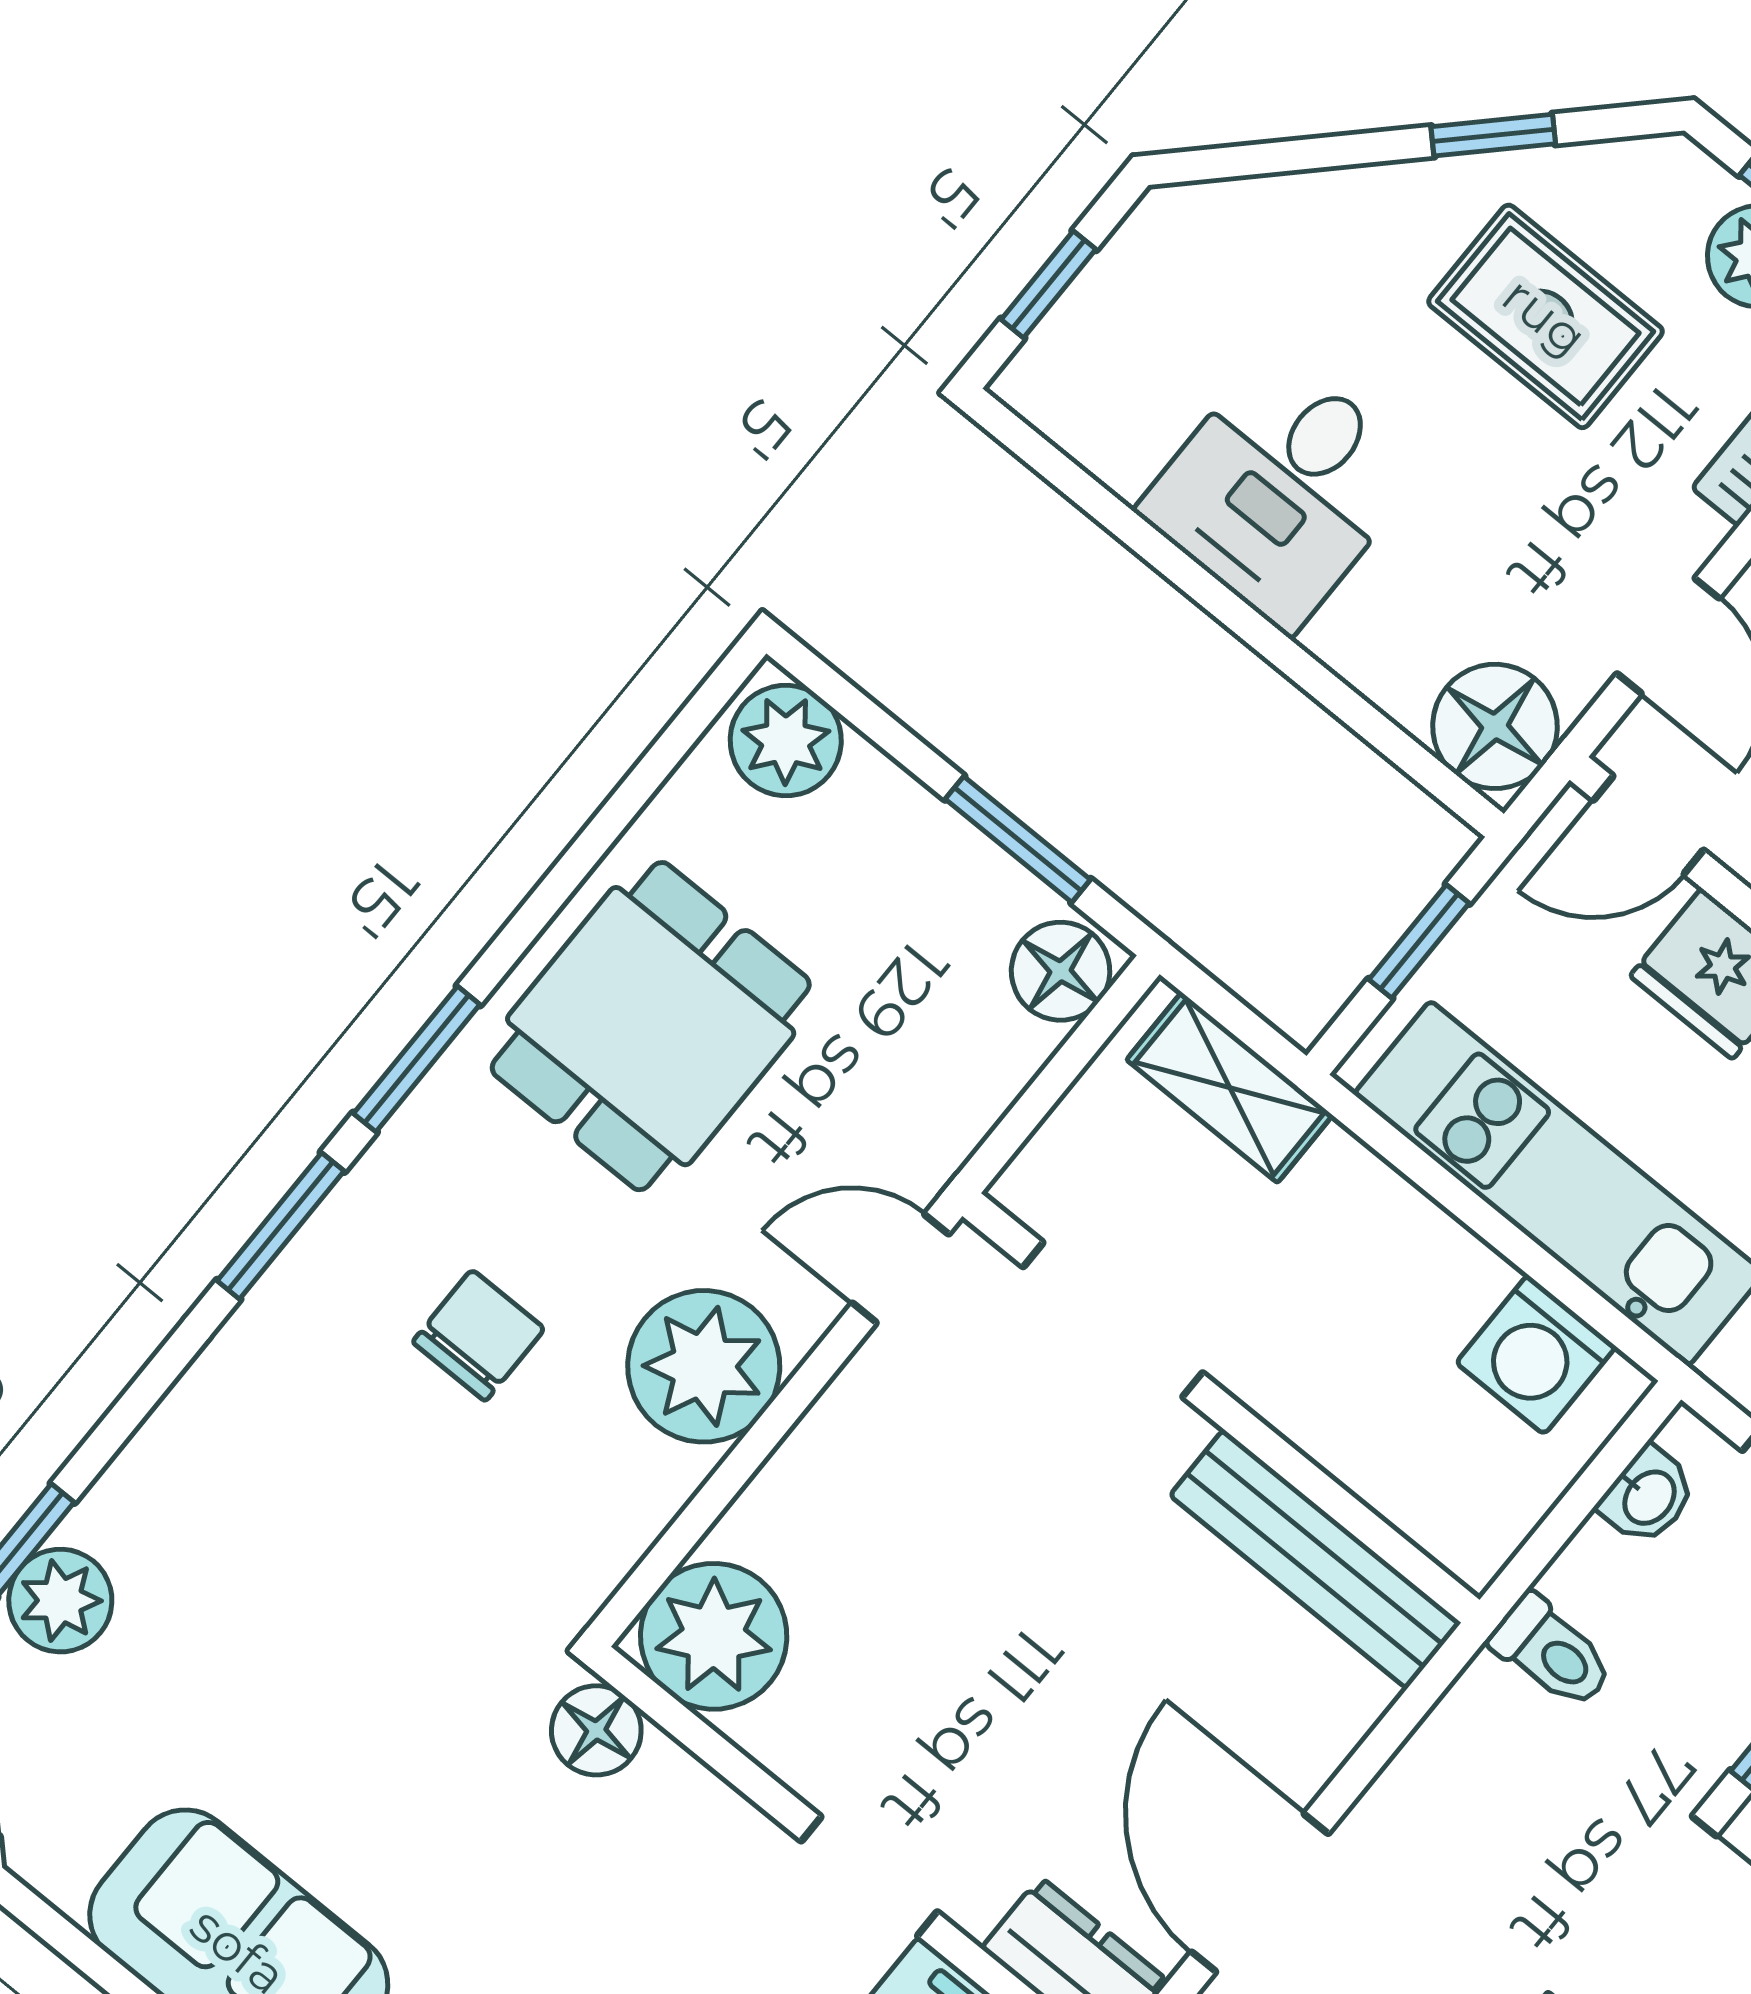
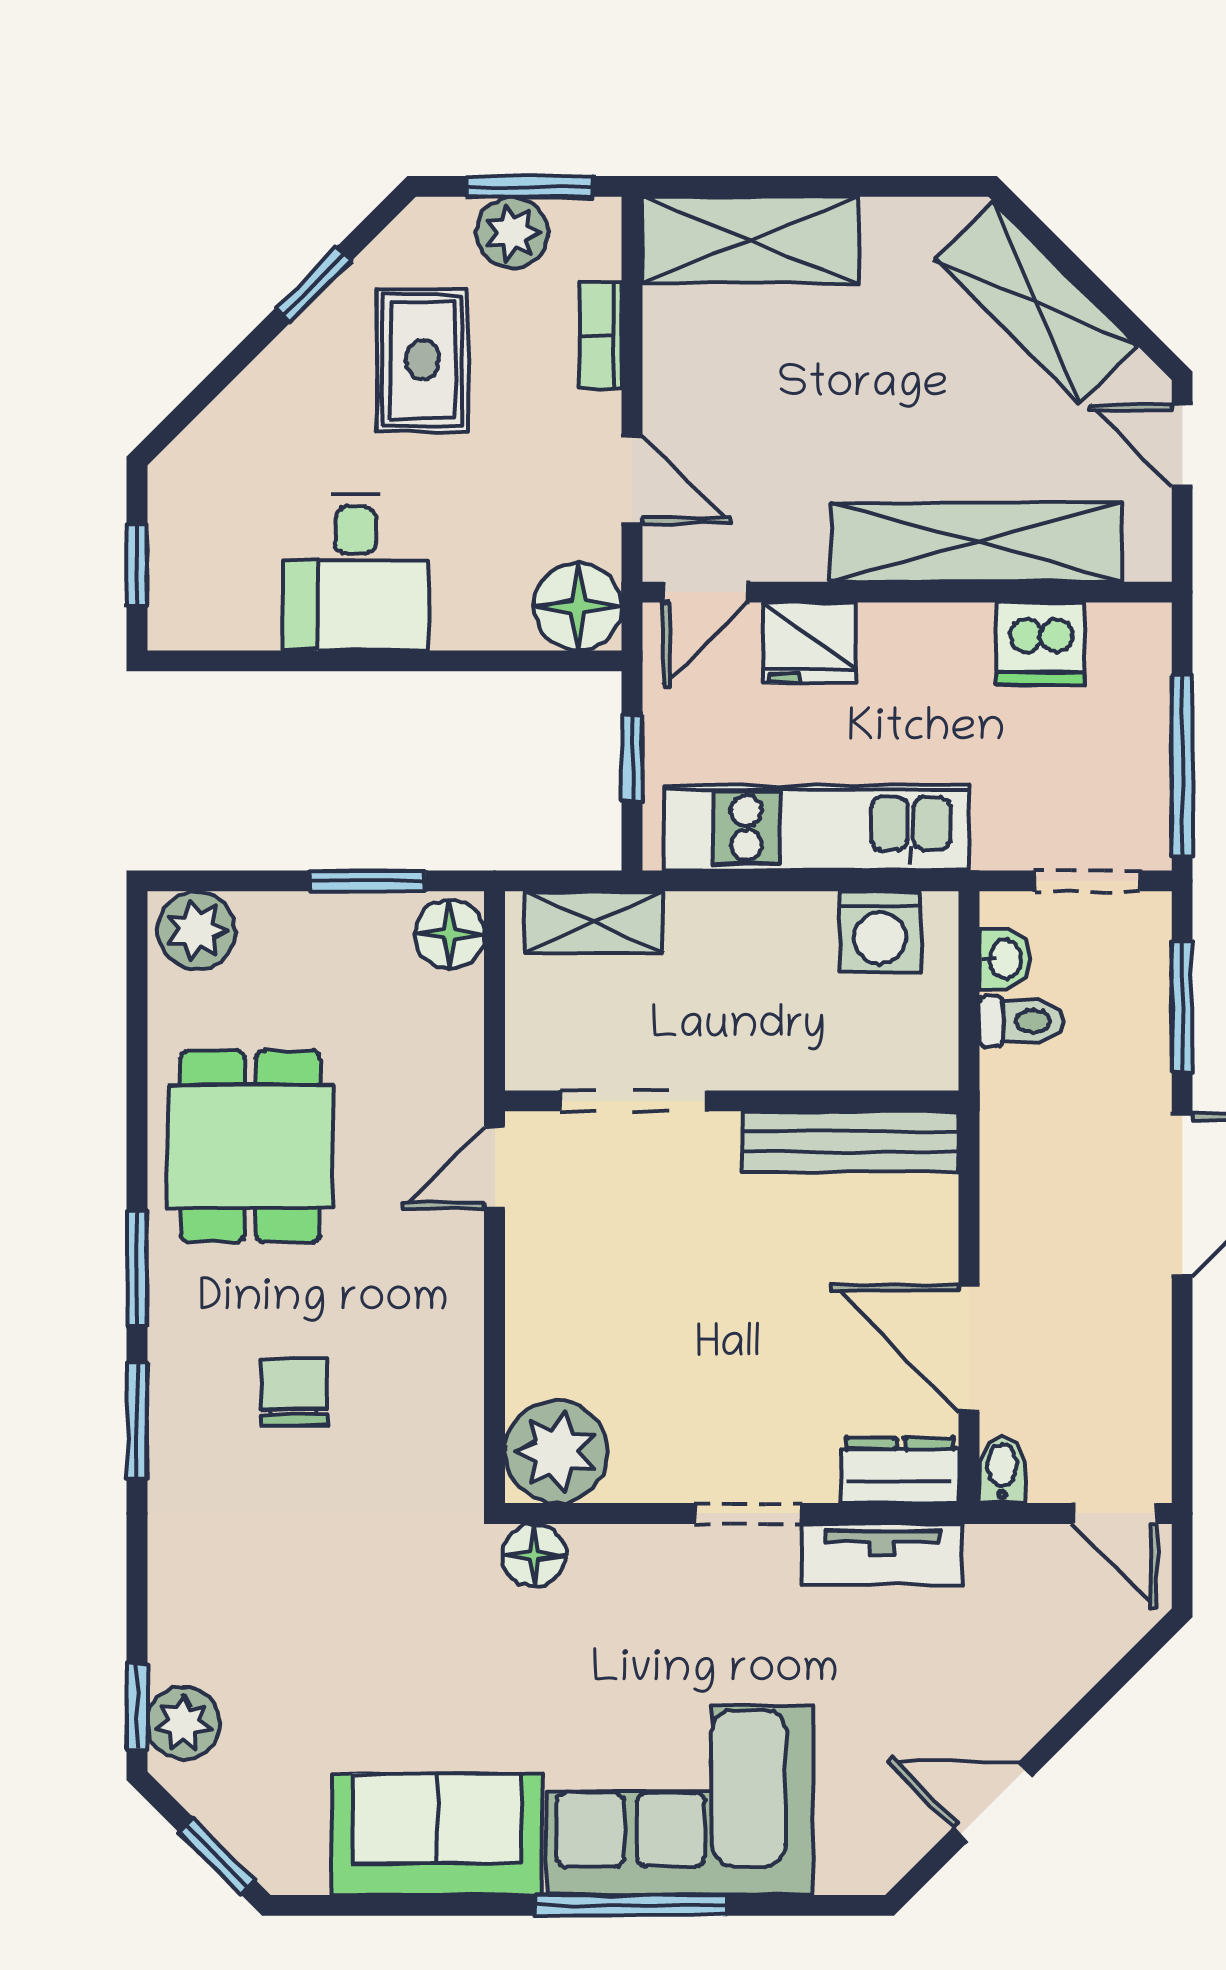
rug: (1545, 316) -> (423, 360), turned 90
plant: (704, 1366) -> (431, 1309), removed
toilet: (1552, 1652) -> (1021, 1021), moved

